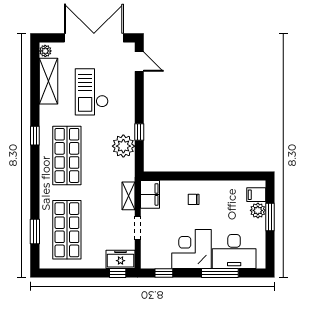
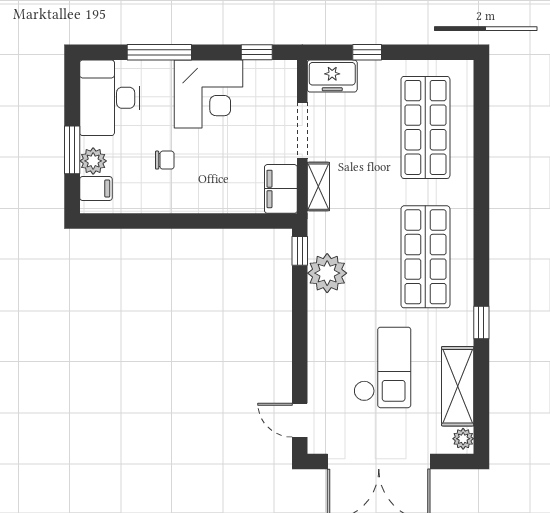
window: (139, 132) -> (300, 251), moved
window: (35, 136) -> (481, 323), moved
chair: (194, 199) -> (165, 160), moved
doorway: (138, 228) -> (302, 130), width x1.38
window: (35, 232) -> (481, 124), removed
desk: (234, 251) -> (110, 98), moved, turned -90
window: (118, 273) -> (367, 52), moved

